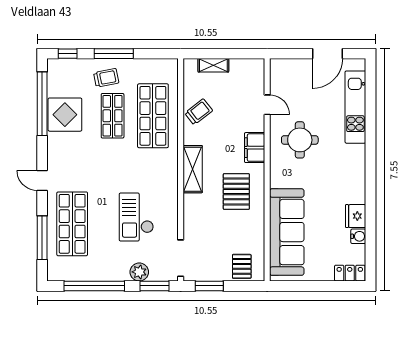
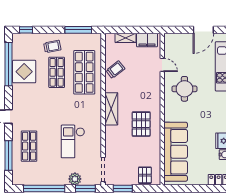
window: (114, 54) -> (78, 30), moved
filing cabinet: (255, 148) -> (147, 40), moved, turned -90
shop shelf: (72, 224) -> (29, 146), width x0.70, depth x0.74

